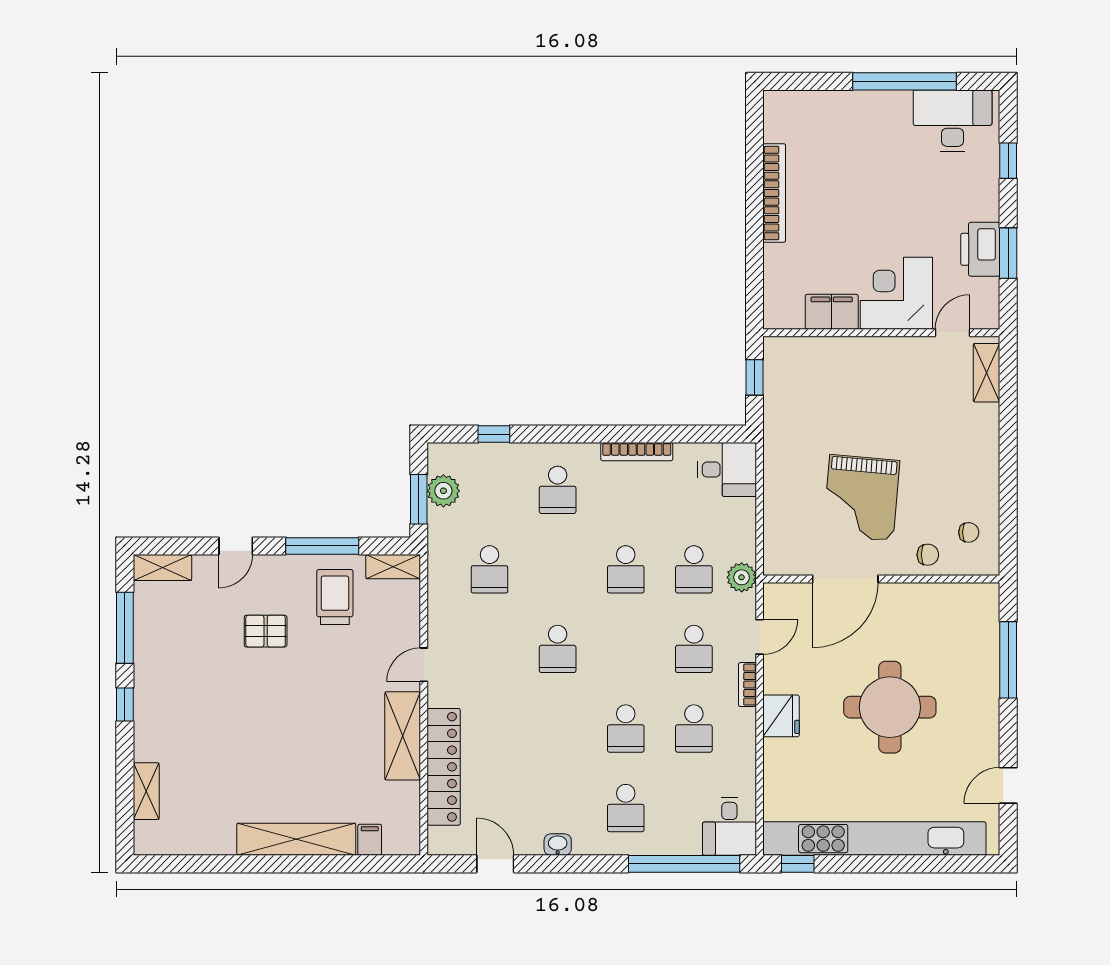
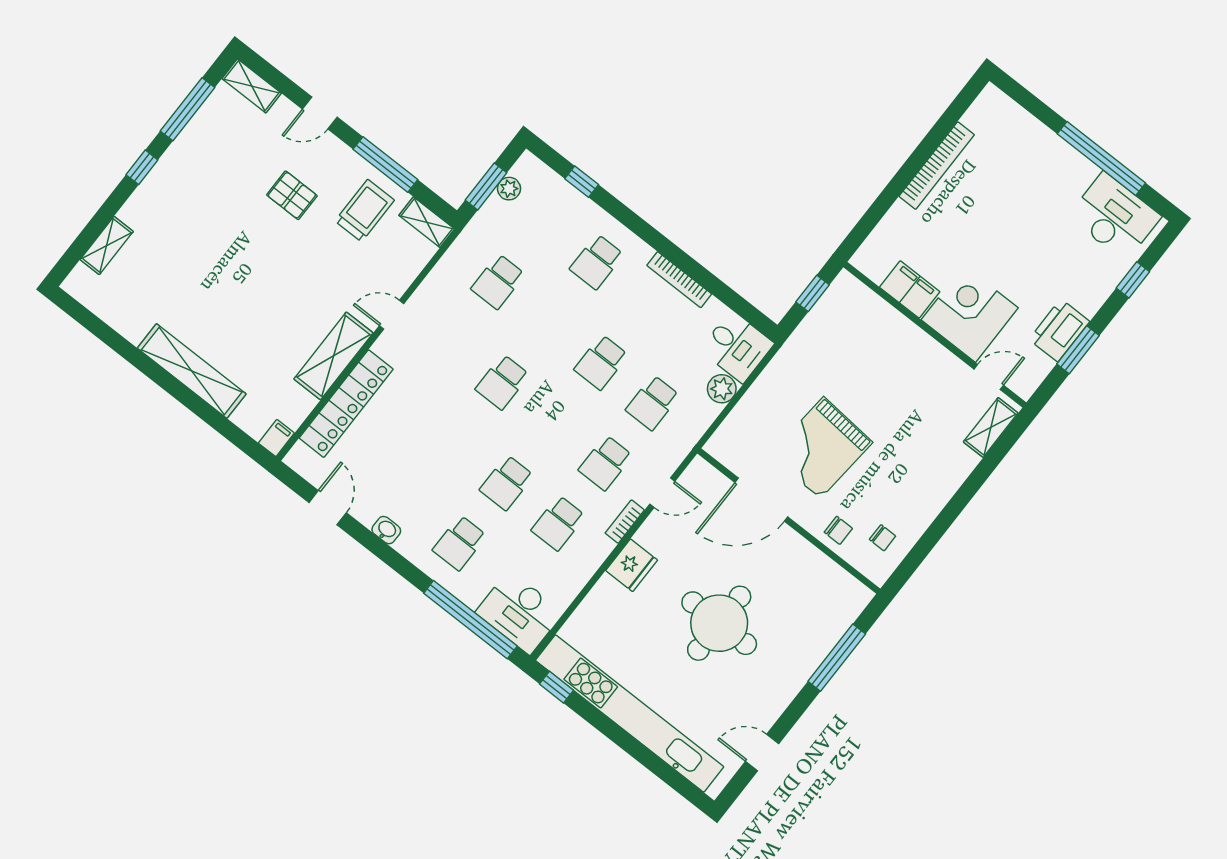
plant: (443, 491) -> (509, 189), width x0.73, depth x0.73
plant: (742, 577) -> (722, 389), moved
desk: (729, 827) -> (519, 612), width x1.37
filing cabinet: (370, 840) -> (276, 438), moved

